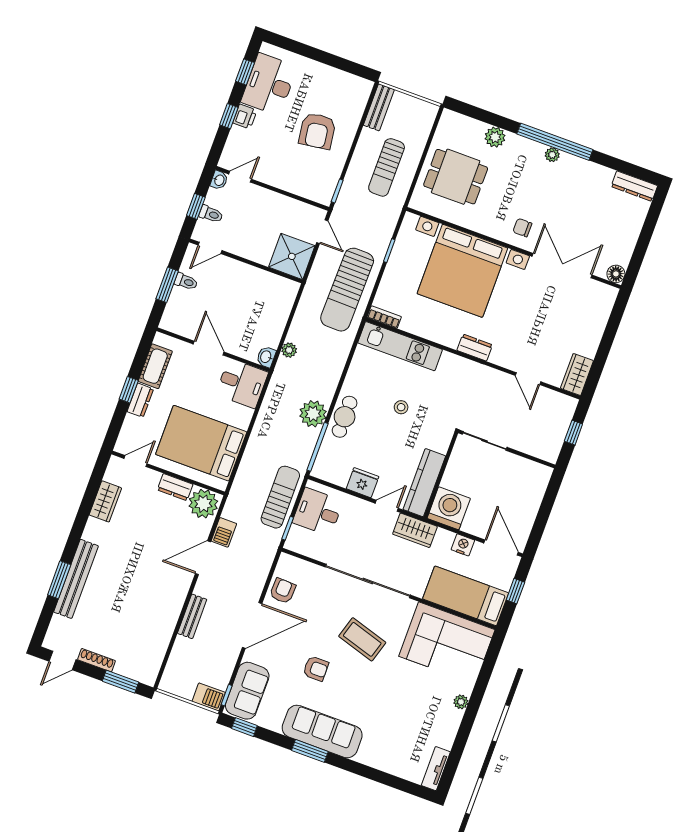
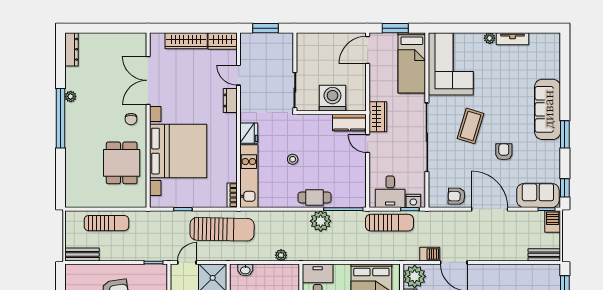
plant: (495, 137) -> (73, 163), removed
plant: (552, 155) -> (71, 96), moved
sun lounger: (387, 167) -> (106, 223), moved
dining table: (456, 177) -> (122, 163), moved
floor lamp: (616, 274) -> (140, 39), removed
wardrobe: (594, 330) -> (186, 41), added
dresser: (475, 348) -> (230, 100), moved
washbasin: (266, 357) -> (245, 270), moved
door: (528, 379) -> (239, 75), swing flipped
window: (573, 433) -> (265, 28), width x1.50
fridge: (363, 483) -> (249, 133), moved, turned 180
kitchen counter: (424, 483) -> (349, 123), width x0.67
sun lounger: (280, 497) -> (389, 223), turned 180
washing machine: (449, 508) -> (332, 98), moved, turned 90
nightstand: (463, 545) -> (413, 201), moved, turned -90
window: (515, 591) -> (395, 28), width x1.50
bench: (192, 616) -> (544, 255), moved
sofa: (322, 731) -> (548, 109), moved
tv unit: (436, 769) -> (512, 39), moved

